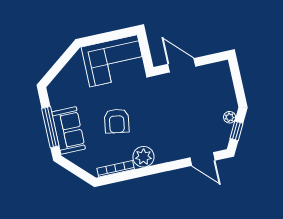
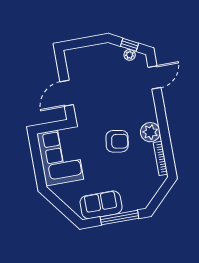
plant: (230, 117) -> (130, 55), moved
armchair: (117, 121) -> (117, 141), moved
sofa: (68, 130) -> (101, 205), moved

